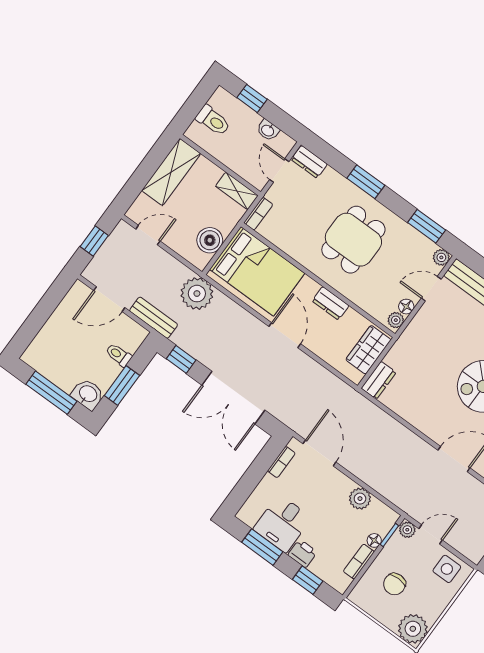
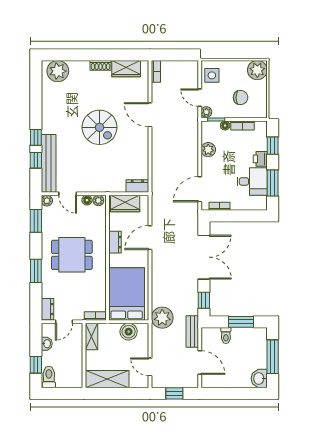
toilet: (213, 120) -> (49, 377), moved
door: (285, 335) -> (150, 238), moved
washbasin: (88, 394) -> (259, 378), moved

